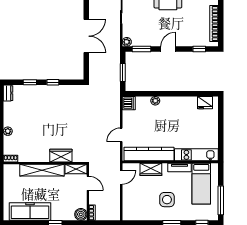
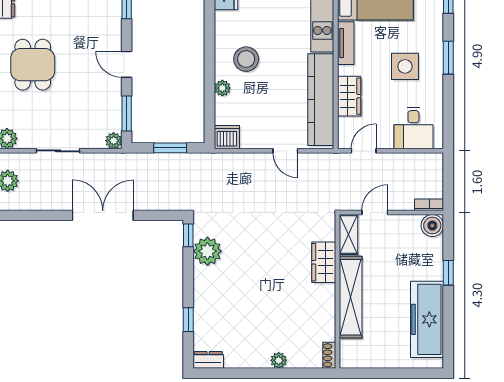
window: (53, 82) -> (188, 235), moved
plant: (67, 93) -> (207, 251), added
stool: (171, 114) -> (246, 59), added
door: (121, 177) -> (364, 151), hinge flipped
desk: (134, 204) -> (413, 128), added

